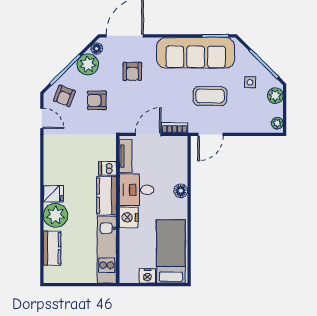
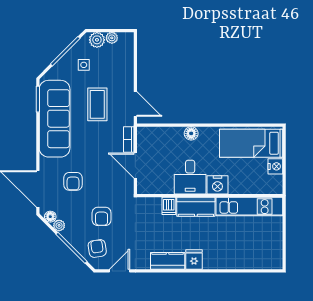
plant: (88, 64) -> (59, 225), width x0.53, depth x0.53
armchair: (132, 71) -> (73, 181), turned 90
armchair: (64, 96) -> (97, 248), turned -120
plant: (277, 123) -> (112, 38), moved
tv unit: (126, 156) -> (157, 188), removed
plant: (56, 215) -> (215, 257), removed
kitchen counter: (52, 248) -> (168, 261), moved

